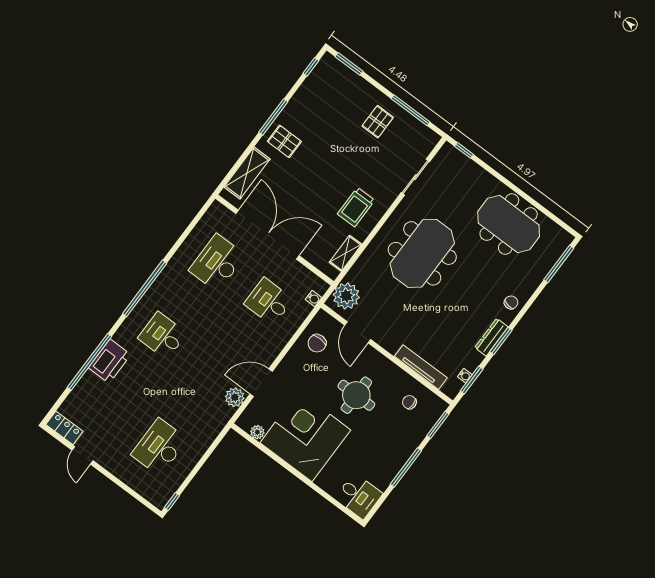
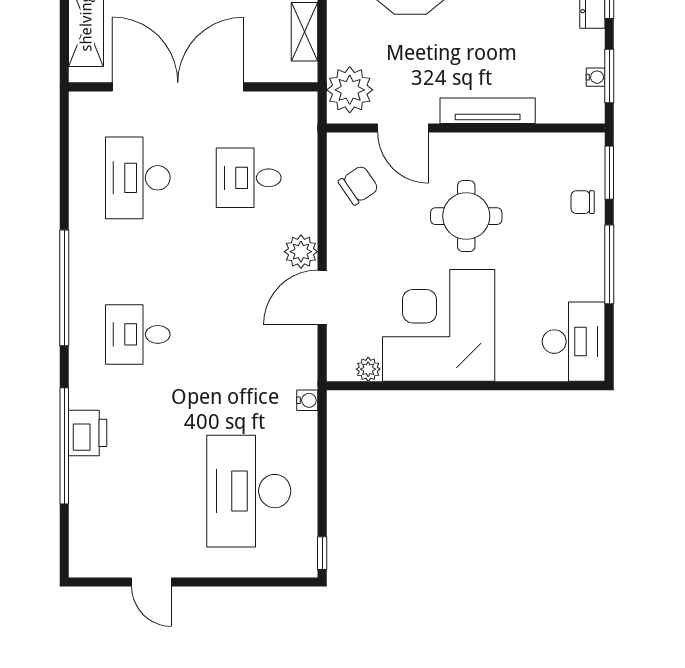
water cooler: (314, 299) -> (307, 400), moved
chair: (317, 343) -> (358, 185), turned -124
printer: (110, 361) -> (88, 433), width x0.73, depth x0.84
tv unit: (421, 367) -> (488, 111), moved
plant: (235, 397) -> (301, 252), moved
chair: (409, 402) -> (583, 202), moved
locker: (64, 428) -> (98, 563), removed
desk: (159, 447) -> (249, 491), width x1.36, depth x1.30
desk: (359, 496) -> (574, 342), width x1.37

